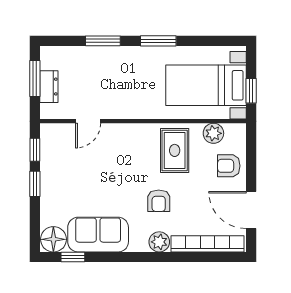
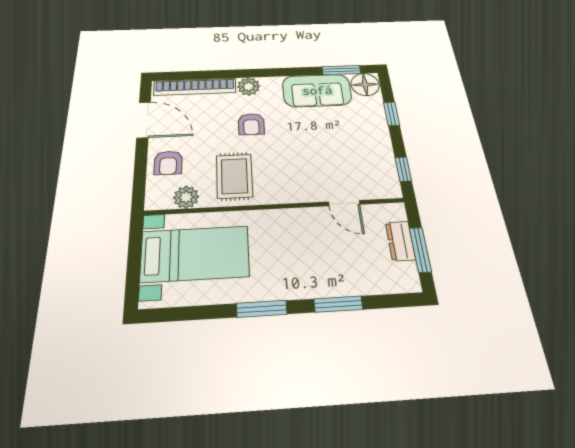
window: (251, 91) -> (135, 250), removed
door: (88, 121) -> (344, 203), swing flipped
armchair: (229, 166) -> (168, 163), turned 90
window: (35, 184) -> (392, 114), moved
armchair: (159, 201) -> (251, 124), turned 180
window: (73, 257) -> (341, 70), width x1.50

